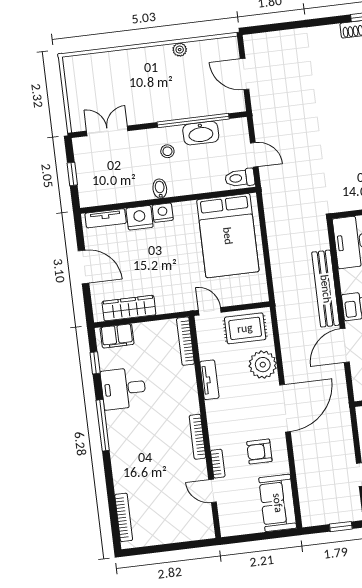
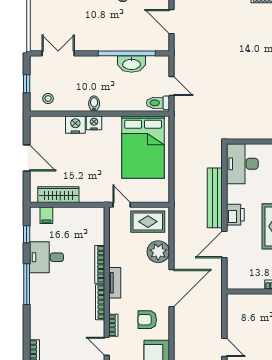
stool: (167, 151) -> (48, 99), moved
tv unit: (106, 218) -> (49, 122), removed
filing cabinet: (117, 336) -> (46, 215), width x0.50
bookcase: (185, 341) -> (100, 264), moved
tv unit: (209, 380) -> (115, 283), moved

